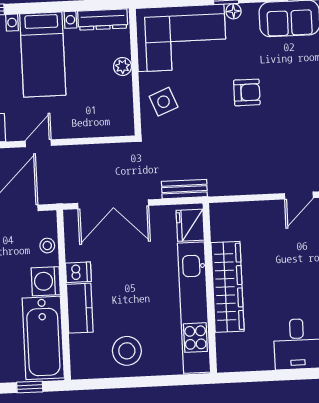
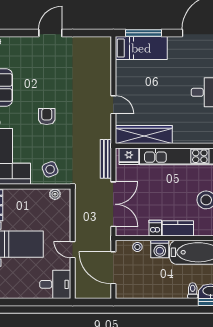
plant: (123, 66) -> (55, 194), moved
bench: (184, 189) -> (106, 159), width x1.36
door: (299, 196) -> (113, 105), moved
wardrobe: (228, 287) -> (144, 135), moved

